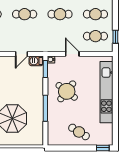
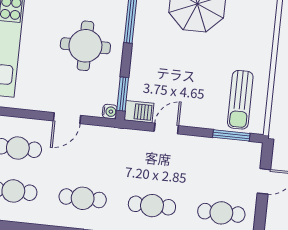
door: (72, 54) -> (67, 118), hinge flipped
round table: (67, 91) -> (85, 46), turned -38

